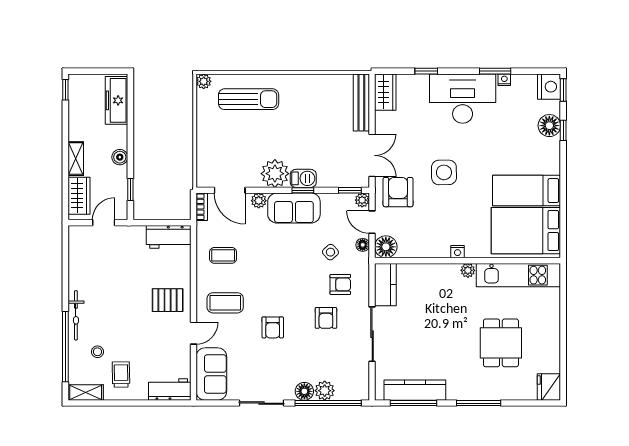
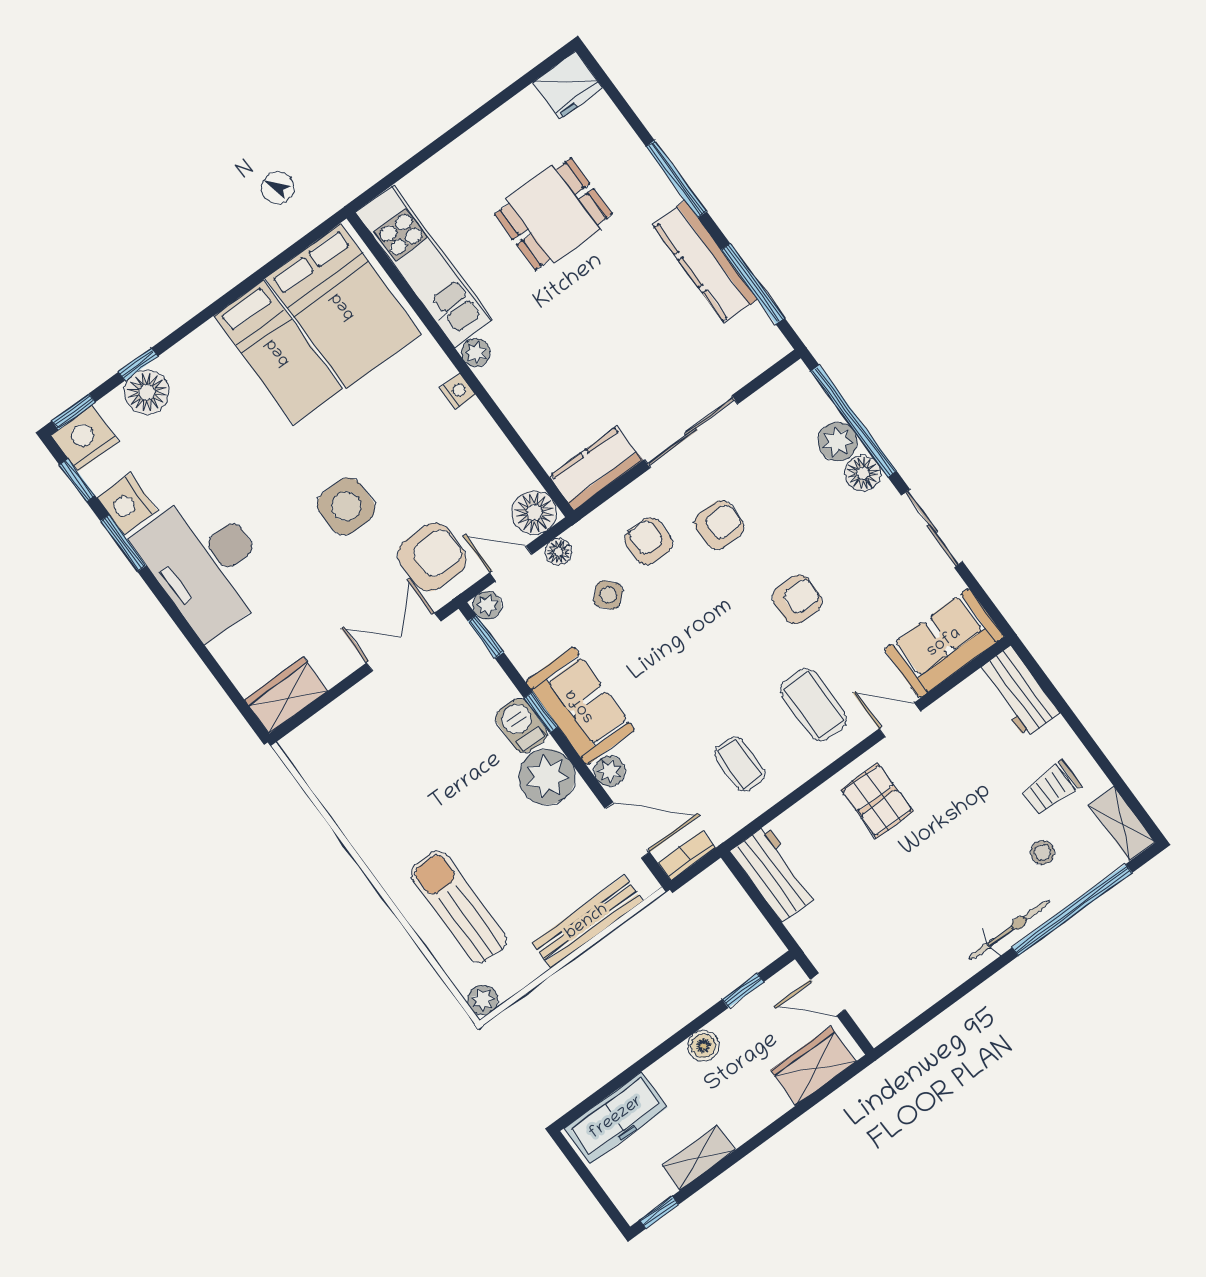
window: (426, 71) -> (77, 480), moved
nightstand: (504, 80) -> (127, 504), width x1.89, depth x1.79
bench: (361, 103) -> (587, 922), moved
shelving: (76, 159) -> (699, 1158), moved
door: (230, 190) -> (627, 830), hinge flipped
armchair: (398, 192) -> (432, 557), turned 180
door: (372, 222) -> (511, 564), swing flipped
kitchen counter: (415, 390) -> (705, 262), moved

